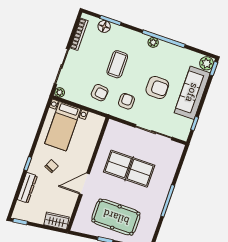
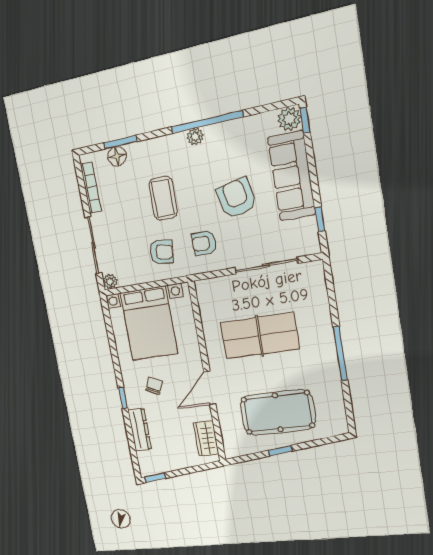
armchair: (157, 87) -> (236, 198), turned -102
armchair: (126, 101) -> (204, 243), turned -90
bed with nightstands: (63, 126) -> (149, 323), width x1.36
wardrobe: (56, 221) -> (206, 438), moved, turned -83

